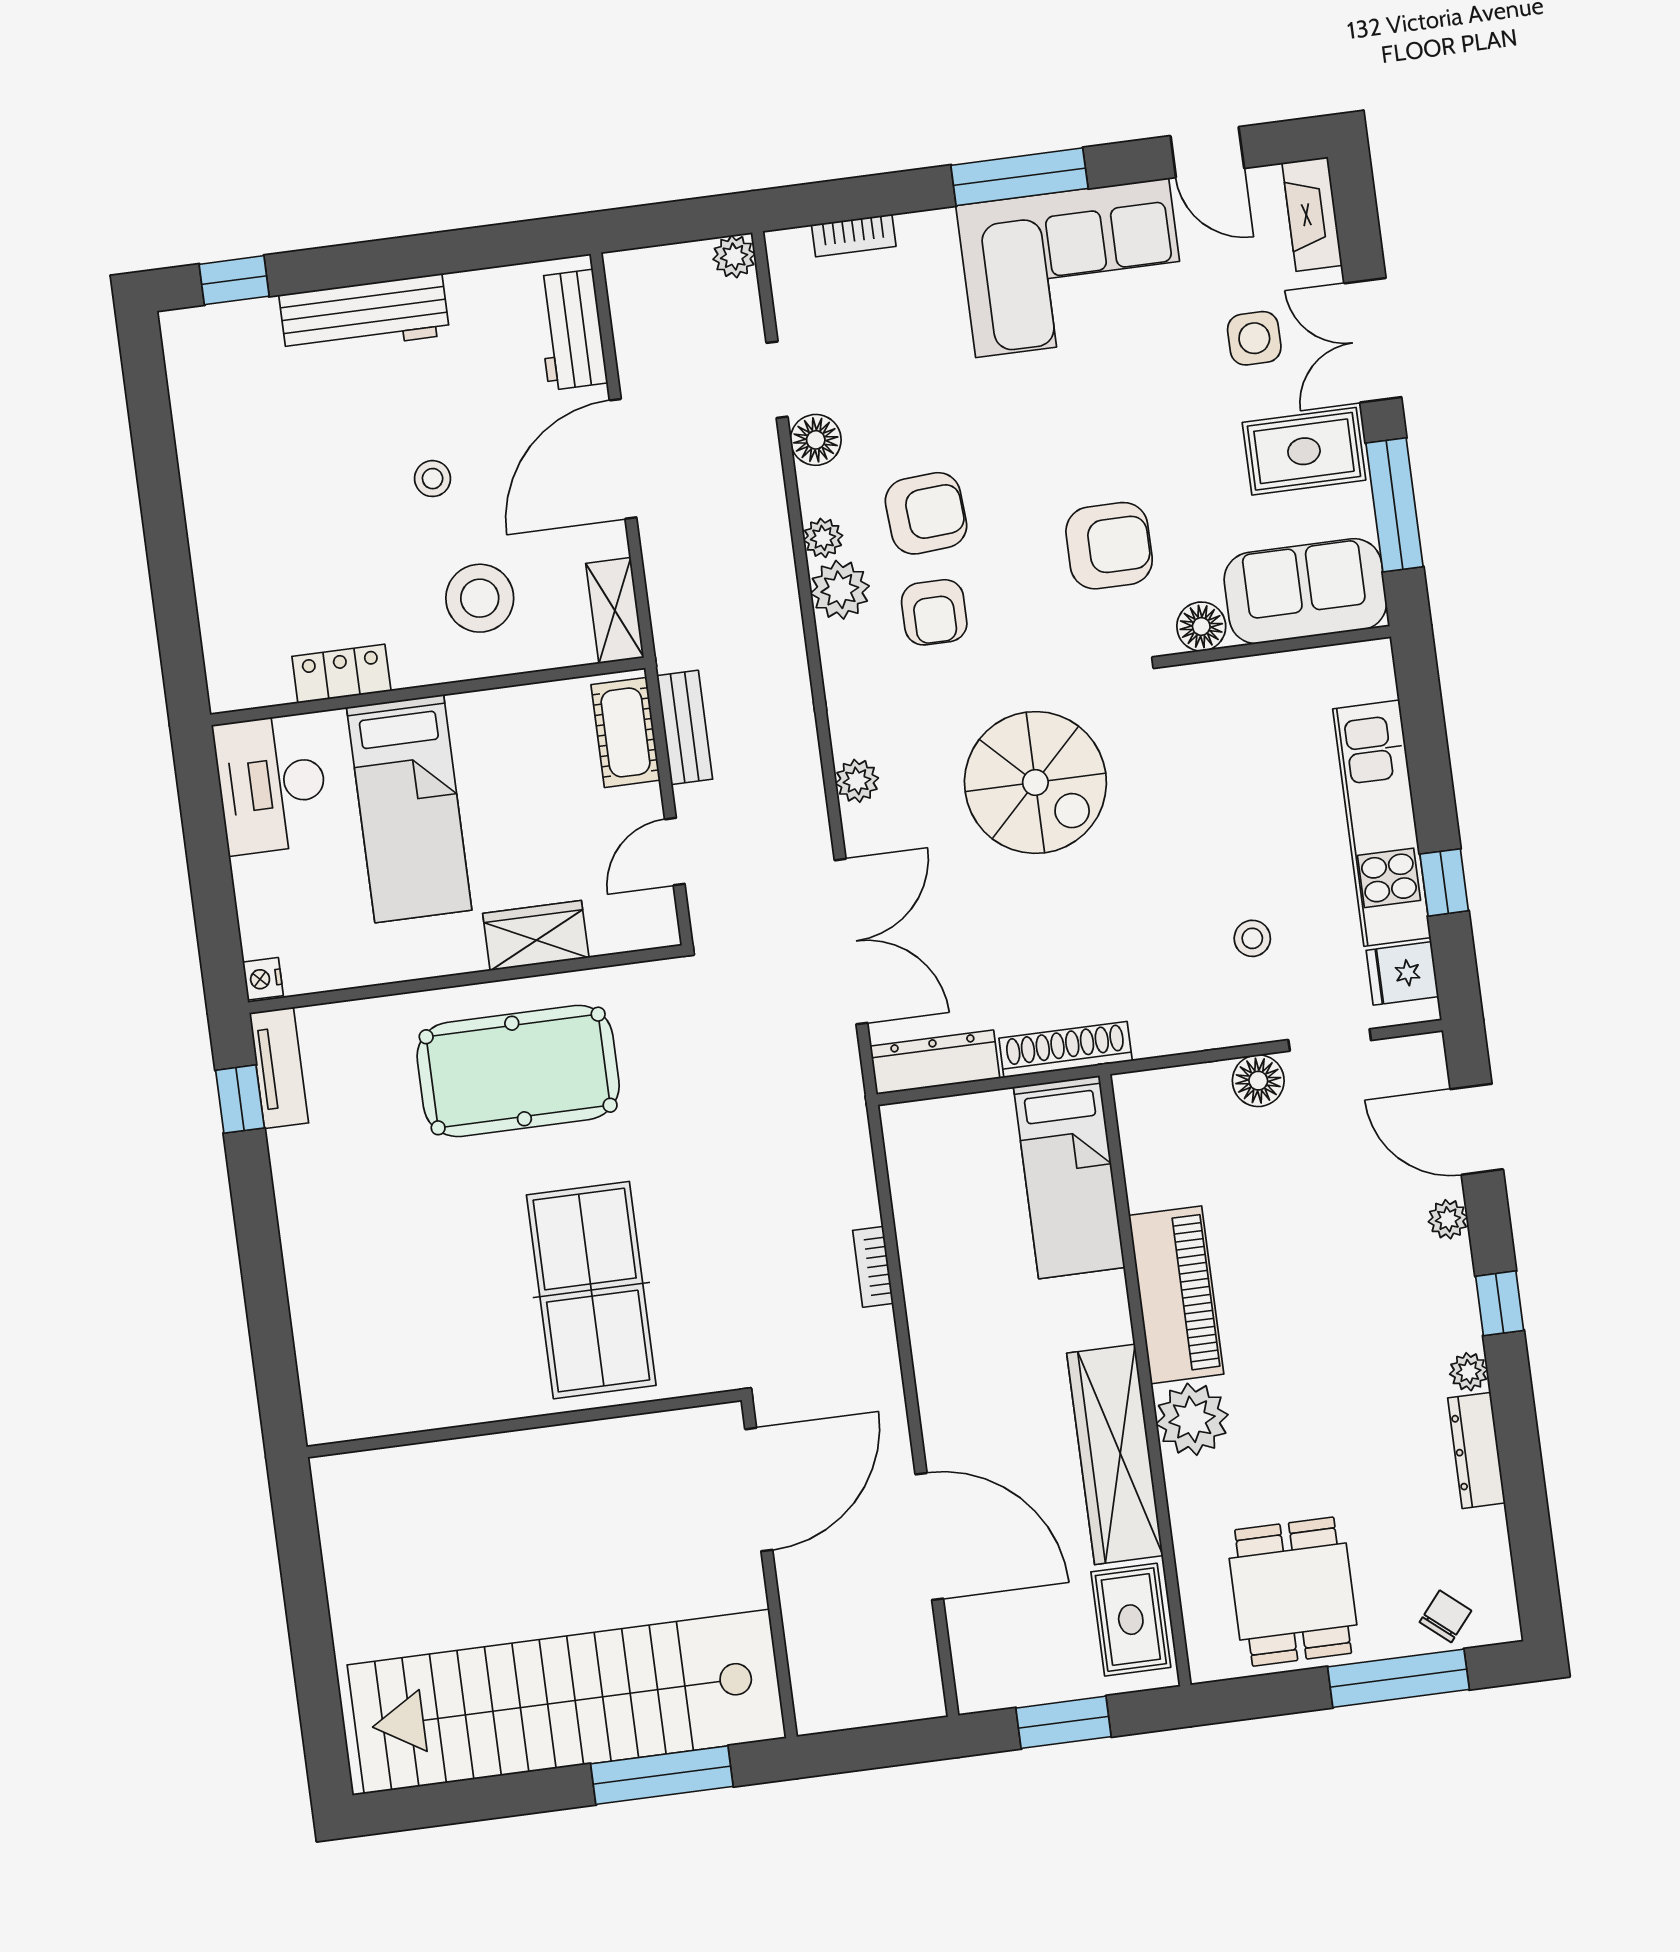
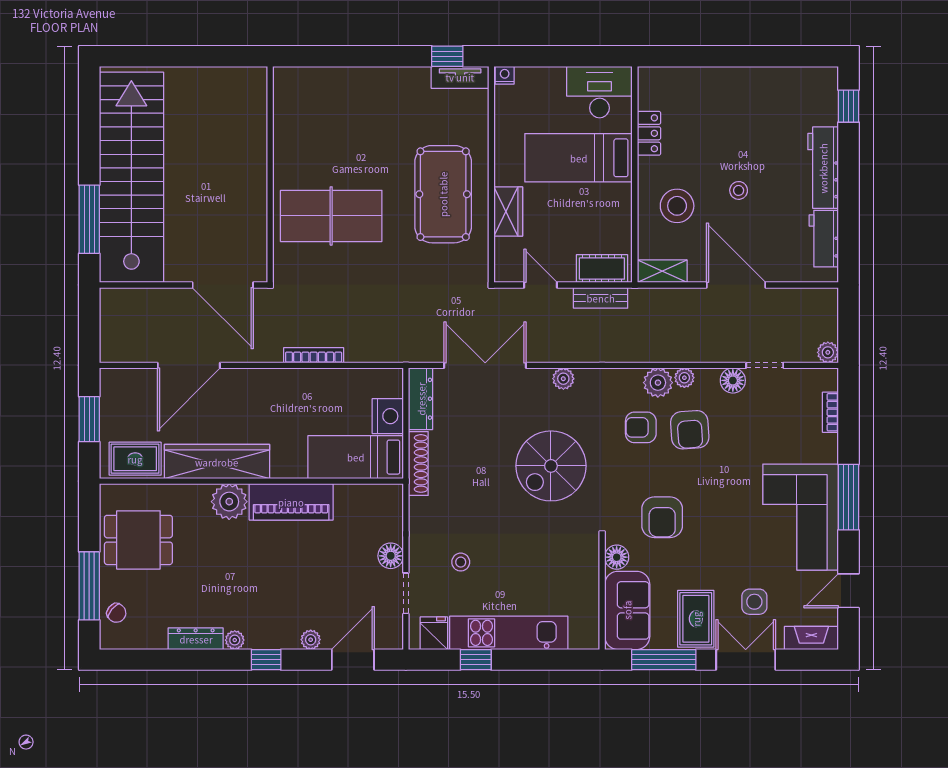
workbench: (571, 330) -> (824, 239), moved, turned -90
double door: (851, 942) -> (485, 365), swing flipped
nightstand: (979, 1123) -> (388, 416), added
bookcase: (873, 1267) -> (314, 355), width x1.56

